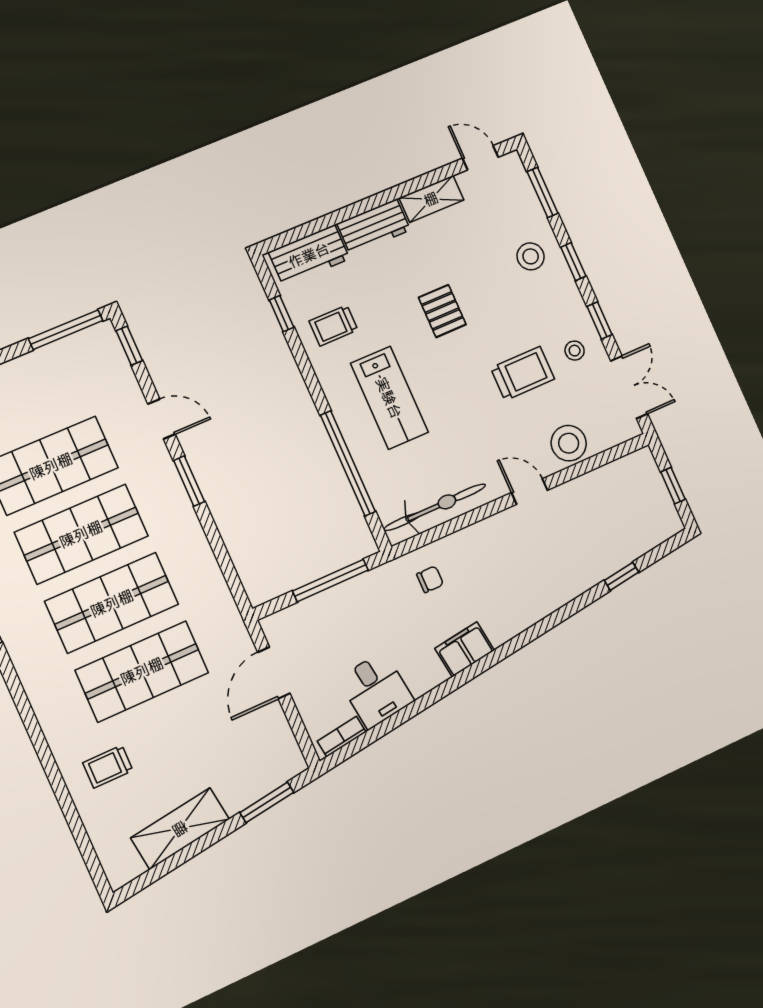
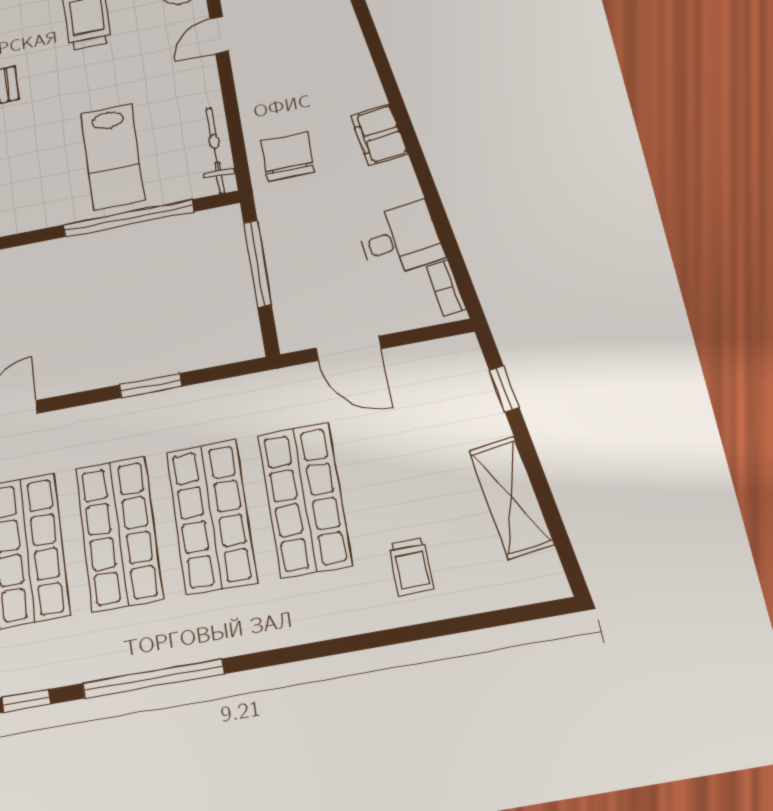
lab bench: (389, 398) -> (113, 157), moved, turned 90
window: (189, 481) -> (151, 386), moved
bicycle: (435, 507) -> (215, 150), width x0.73, depth x0.71
chair: (430, 579) -> (287, 156), width x1.87, depth x1.87
window: (267, 802) -> (504, 389), width x0.67

